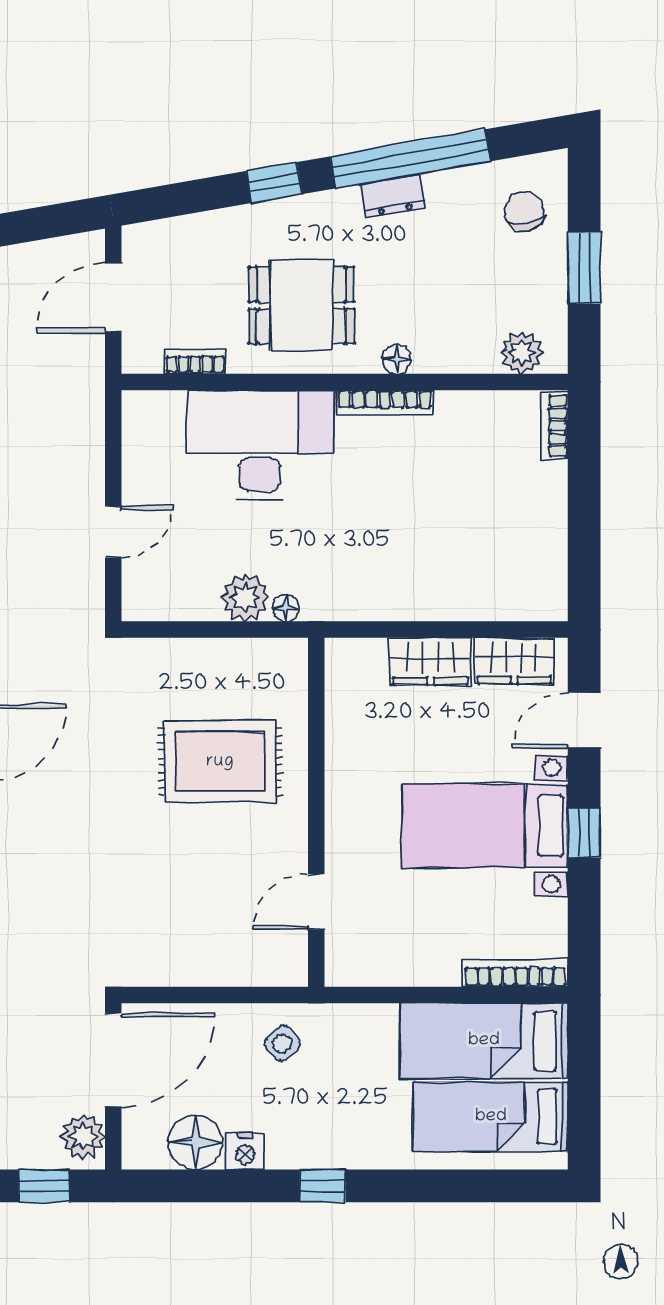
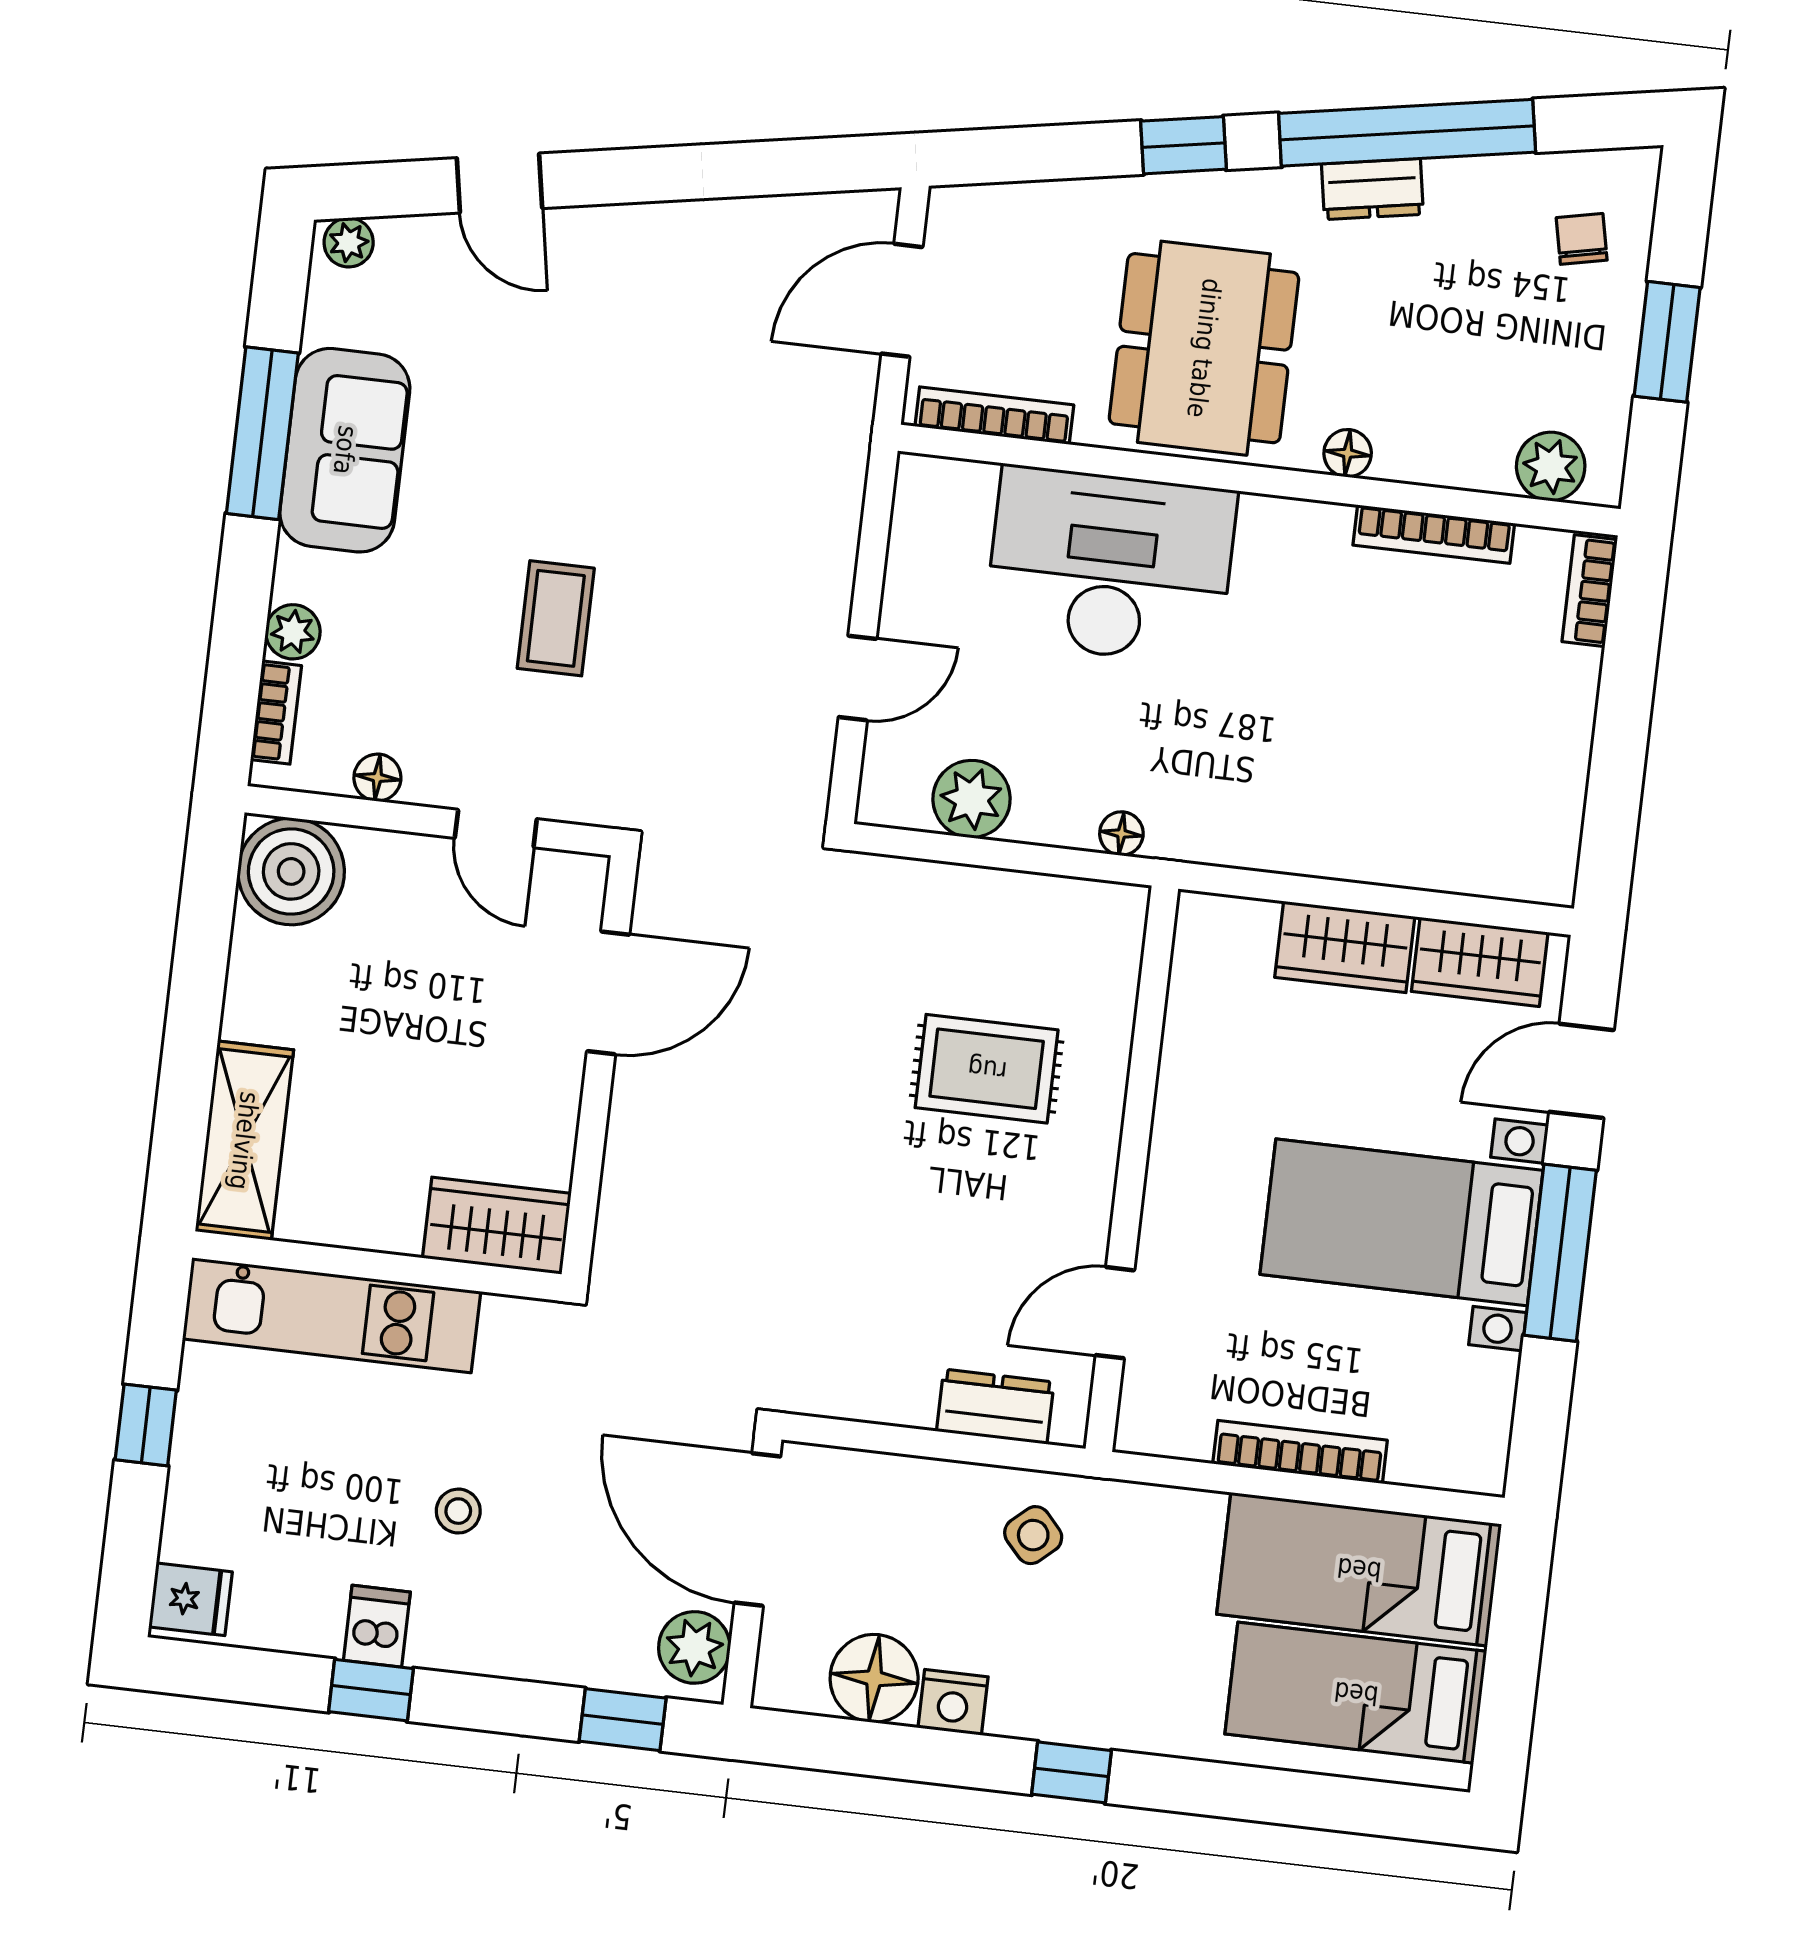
chair: (525, 211) -> (1582, 239), width x0.73, depth x0.73
dining table: (301, 305) -> (1204, 348), width x1.37
bookcase: (195, 362) -> (994, 416), width x1.56
bookcase: (385, 402) -> (1434, 534), moved
plant: (245, 598) -> (972, 799), moved
rug: (220, 762) -> (987, 1069), width x0.73, depth x0.70
window: (584, 833) -> (1560, 1253), width x2.17
dresser: (250, 968) -> (995, 1407), added
bookcase: (515, 973) -> (1300, 1452), moved
door: (113, 1060) -> (758, 1530), swing flipped

